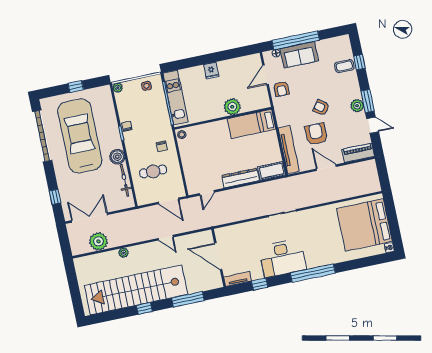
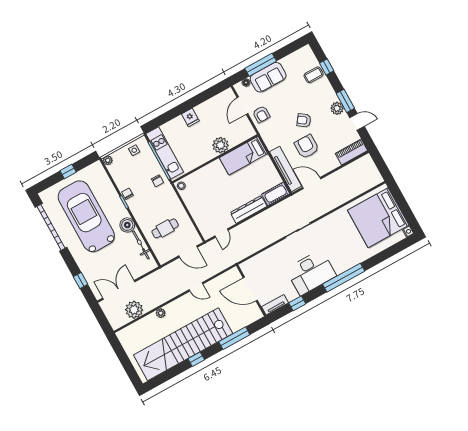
window: (296, 40) -> (261, 65), width x0.68
chair: (162, 146) -> (157, 181), moved
door: (326, 168) -> (312, 183), moved

